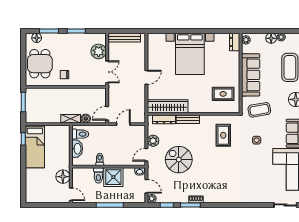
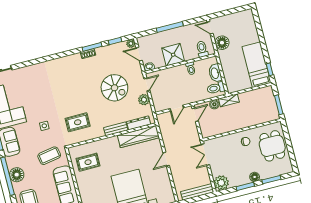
floor lamp: (37, 38) -> (255, 177), moved
plant: (99, 51) -> (221, 183), moved
rug: (223, 135) -> (78, 122), turned 90
toilet: (98, 176) -> (202, 49), moved

